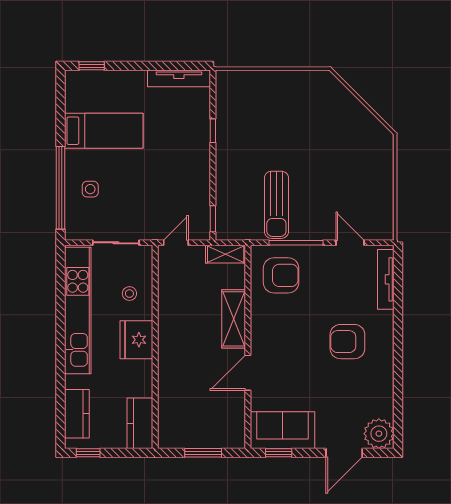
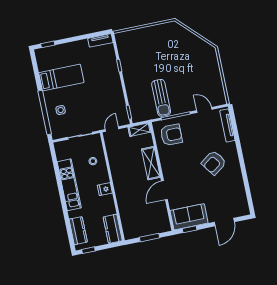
tv unit: (179, 78) -> (100, 40), width x0.71
kitchen unit: (78, 310) -> (69, 185), width x0.73
fridge: (136, 340) -> (105, 189), width x0.53, depth x0.75
armchair: (347, 342) -> (214, 163), turned -36
plant: (379, 434) -> (241, 208), removed

